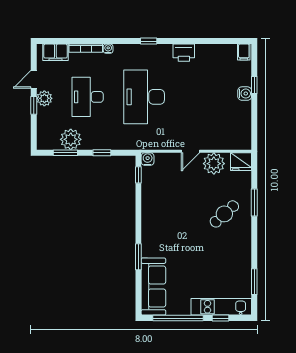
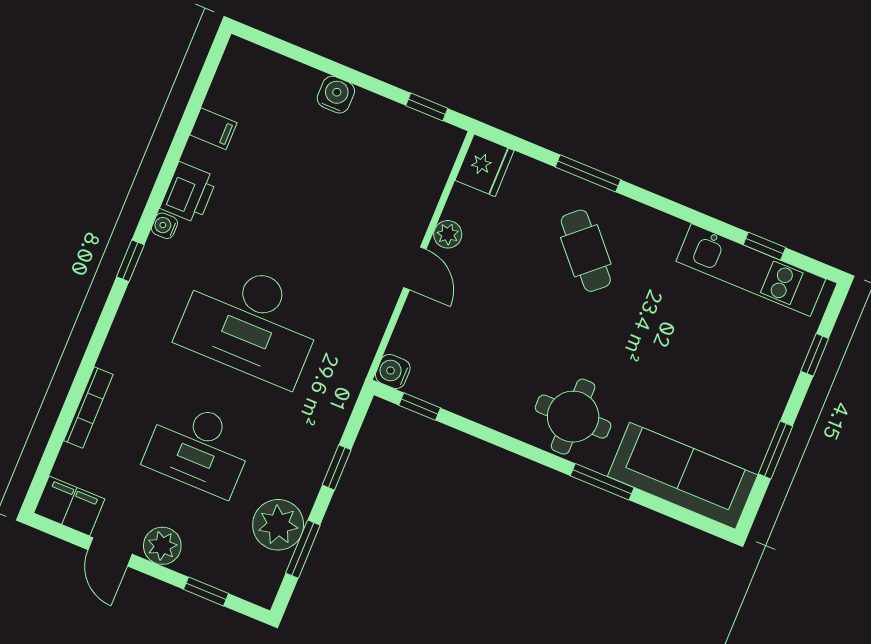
water cooler: (108, 49) -> (165, 226), moved
filing cabinet: (55, 52) -> (69, 506), moved, turned -90
filing cabinet: (244, 52) -> (213, 129), moved
window: (254, 85) -> (427, 107), moved
window: (34, 105) -> (206, 591), moved
plant: (214, 164) -> (448, 234), width x0.53, depth x0.53
round table: (159, 235) -> (573, 417), added
window: (254, 282) -> (764, 246), width x0.67
kitchen unit: (221, 307) -> (751, 270), moved, turned -90
window: (178, 318) -> (775, 450), width x0.47

